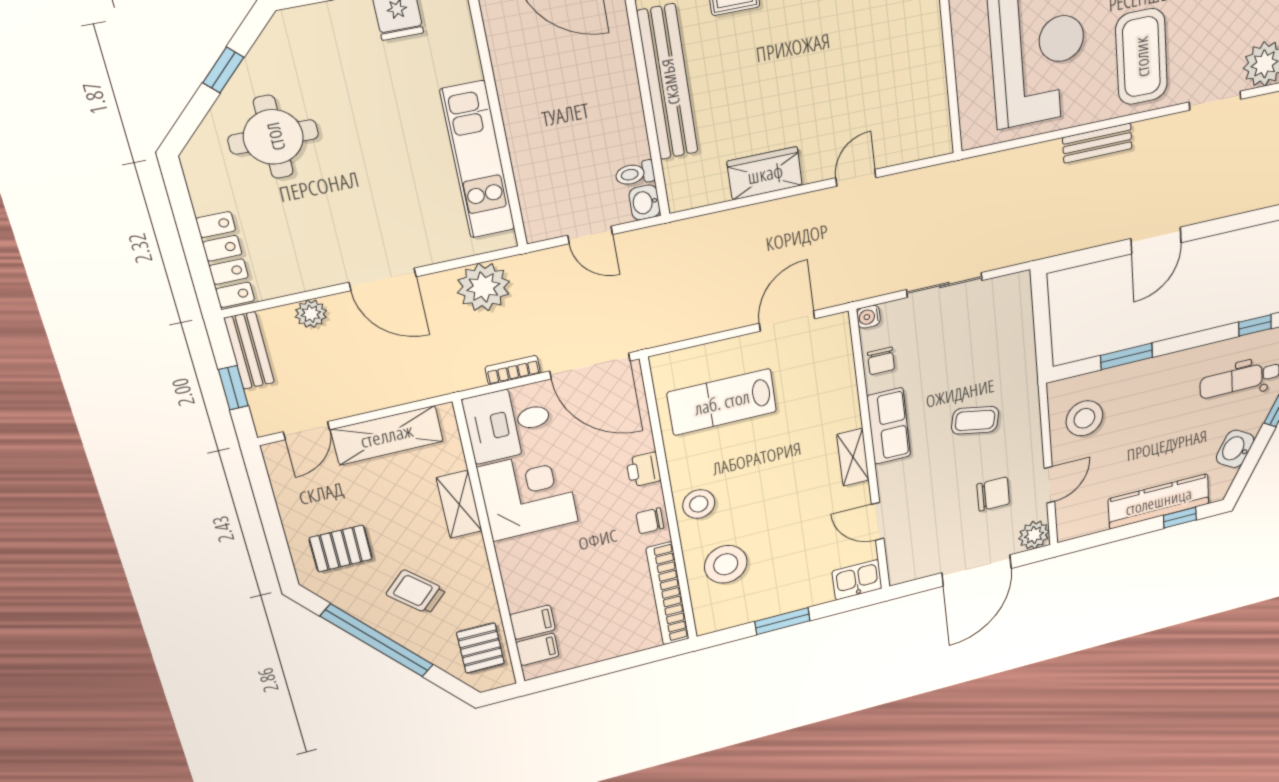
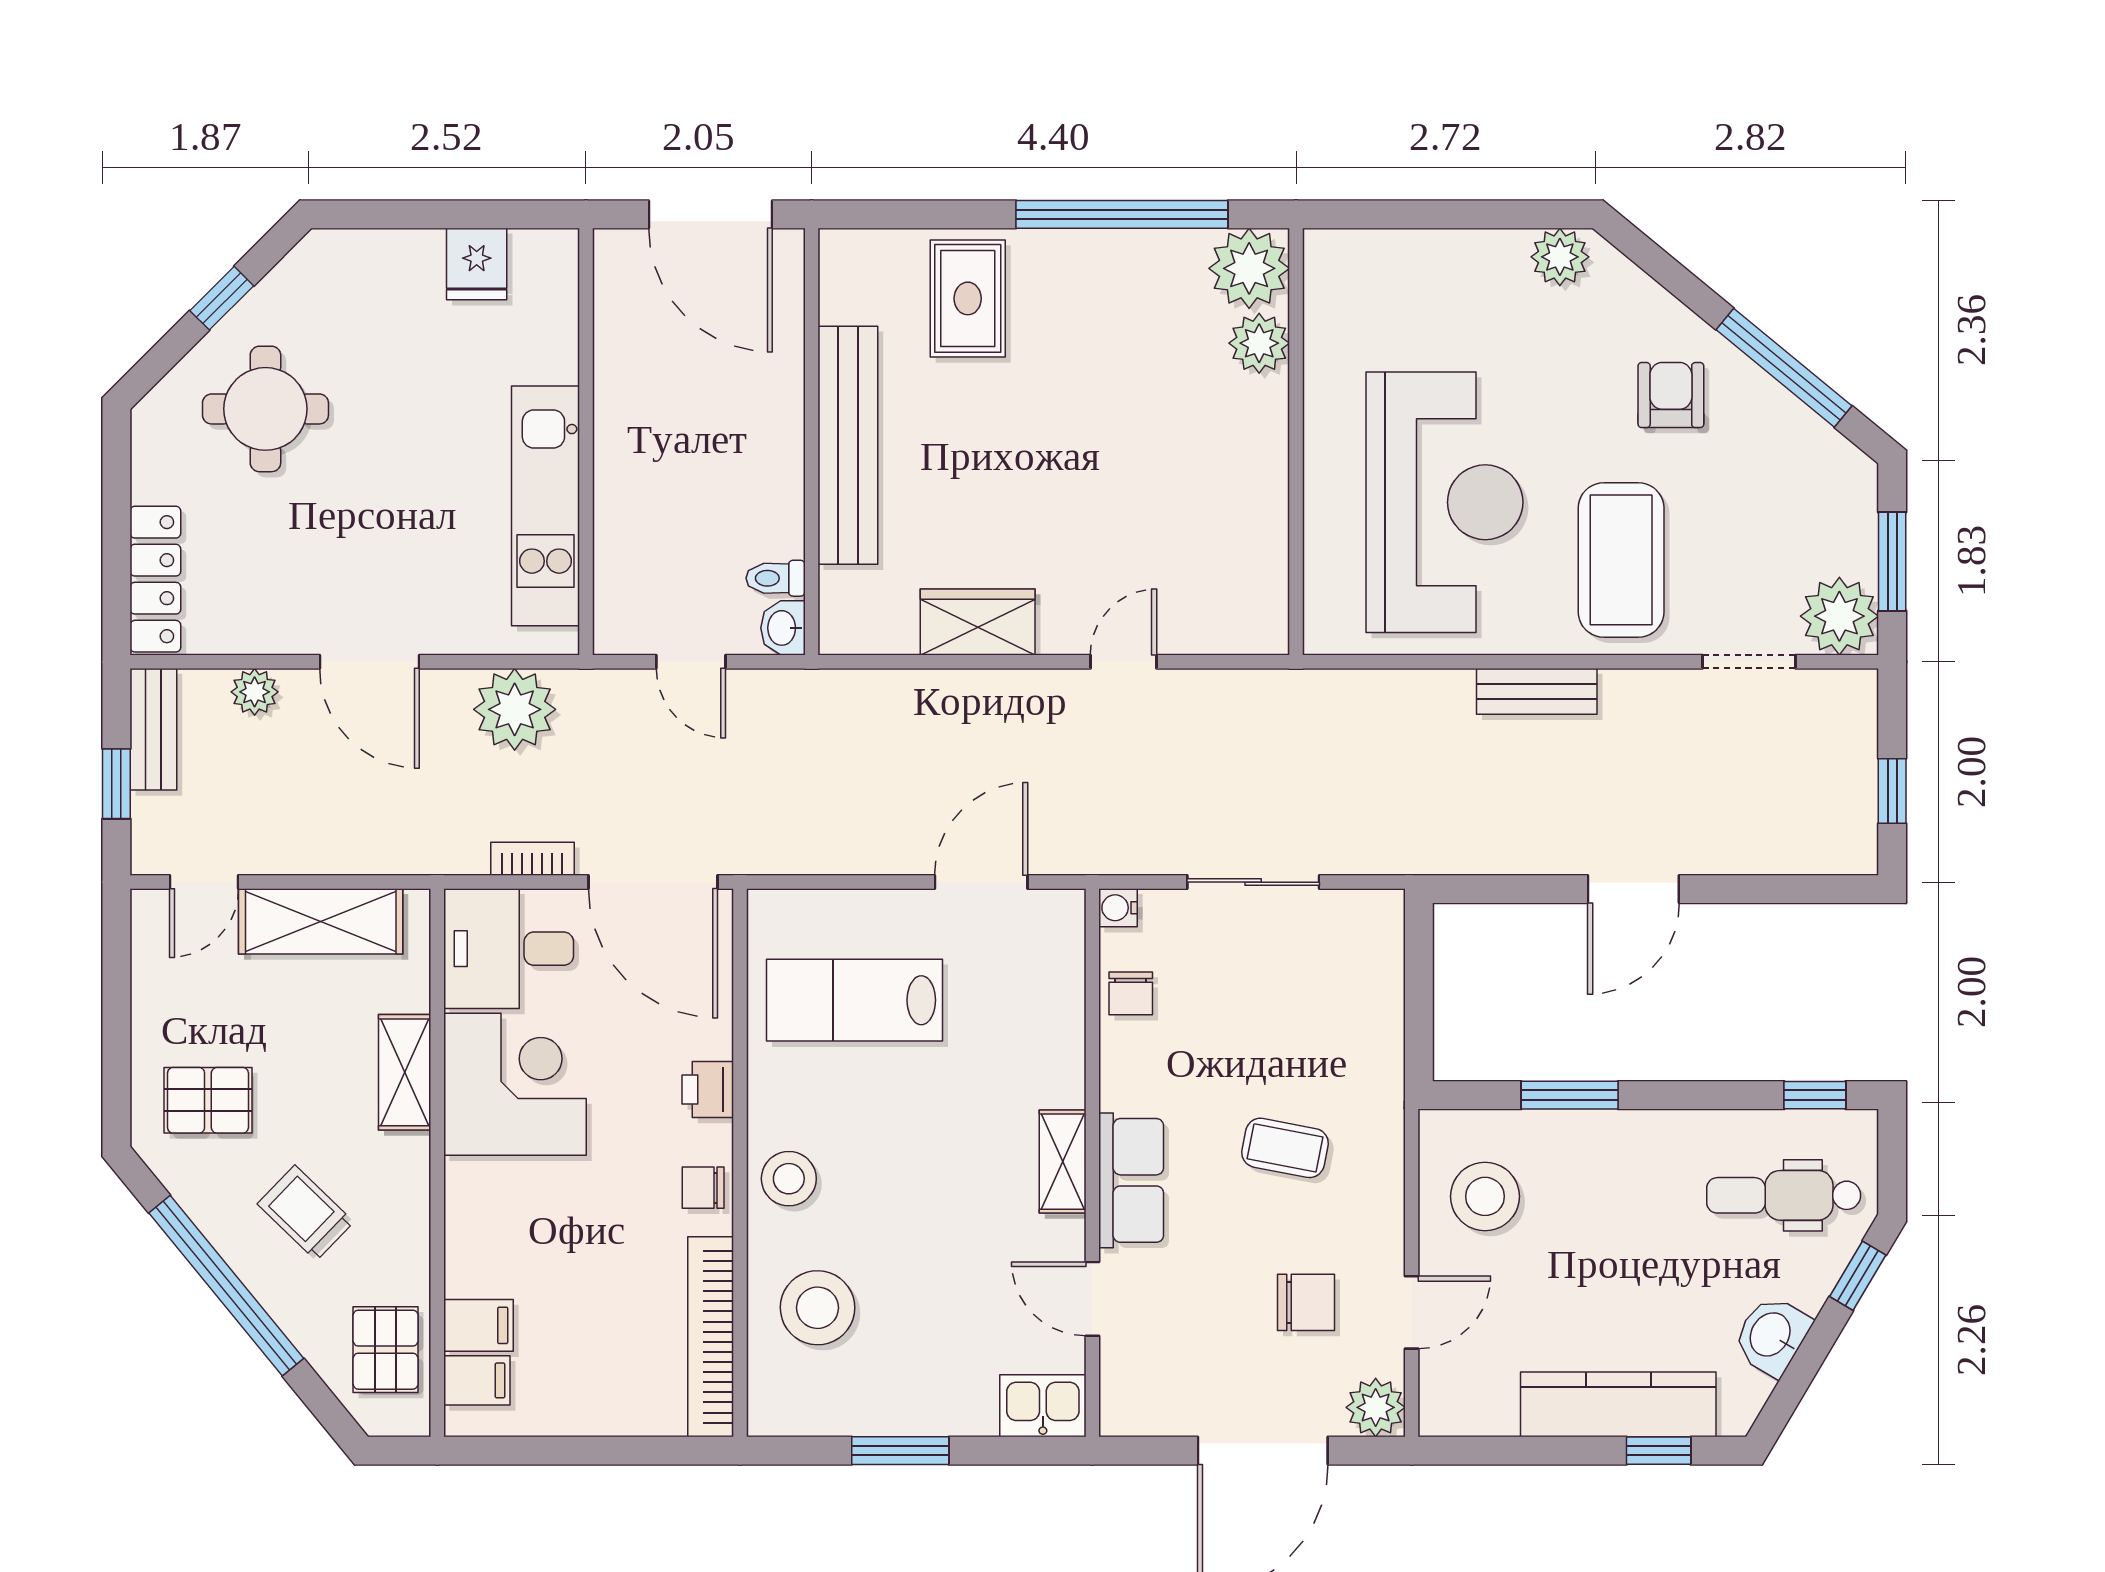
row of seats: (889, 426) -> (1131, 1180), moved

